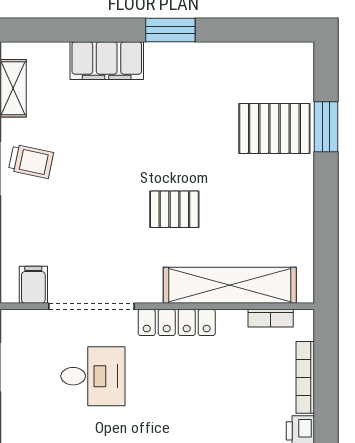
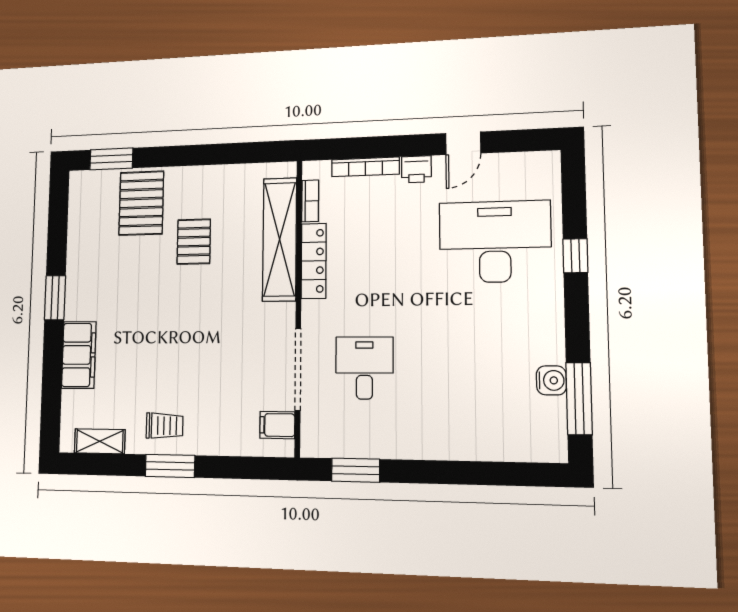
window: (326, 127) -> (111, 159), moved
trolley: (31, 161) -> (165, 426), turned 78
pallet: (174, 209) -> (194, 242), moved
locker: (177, 322) -> (314, 261), moved

